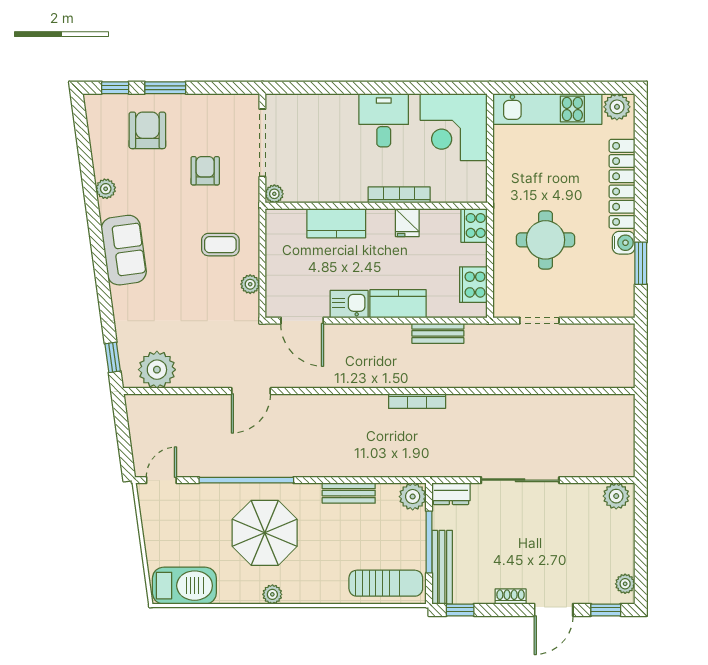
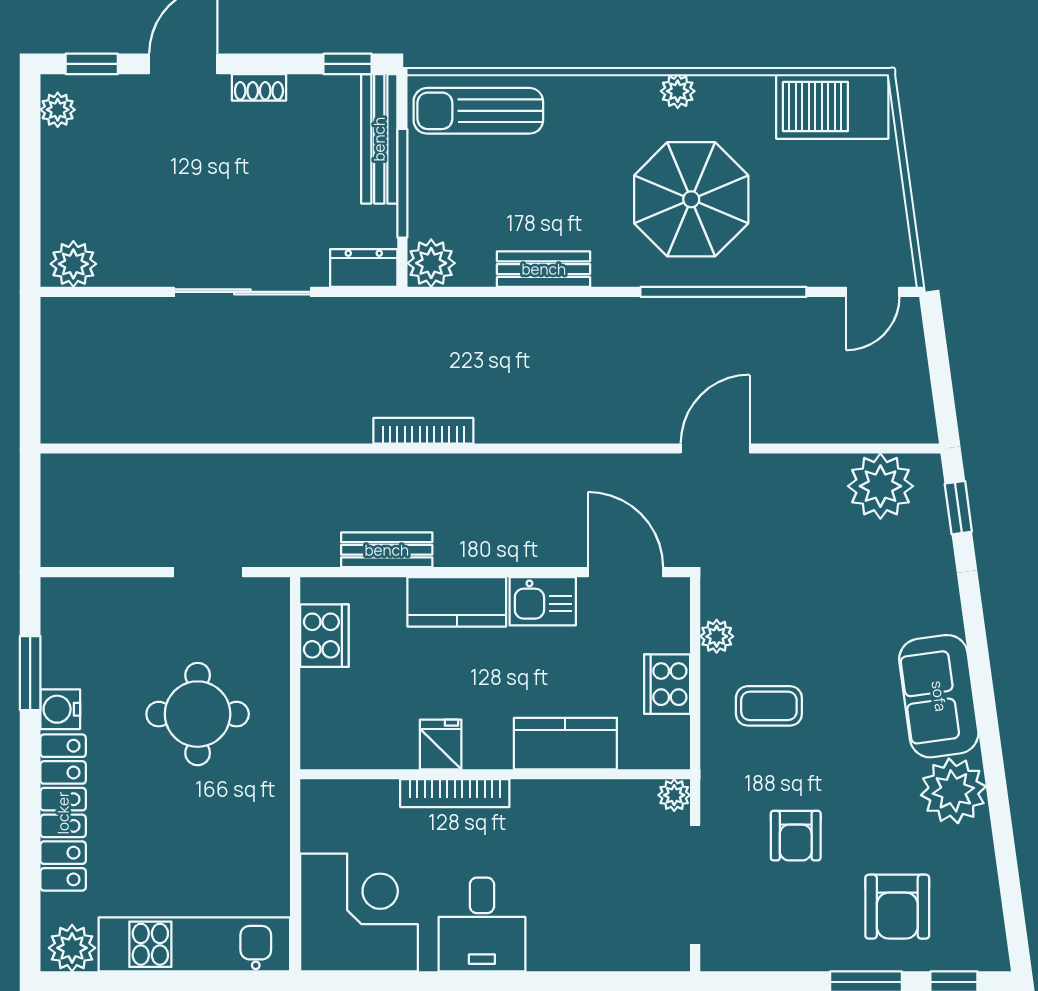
plant: (106, 189) -> (953, 791), width x1.88, depth x1.88
cooker: (474, 225) -> (667, 684), moved, turned 180

